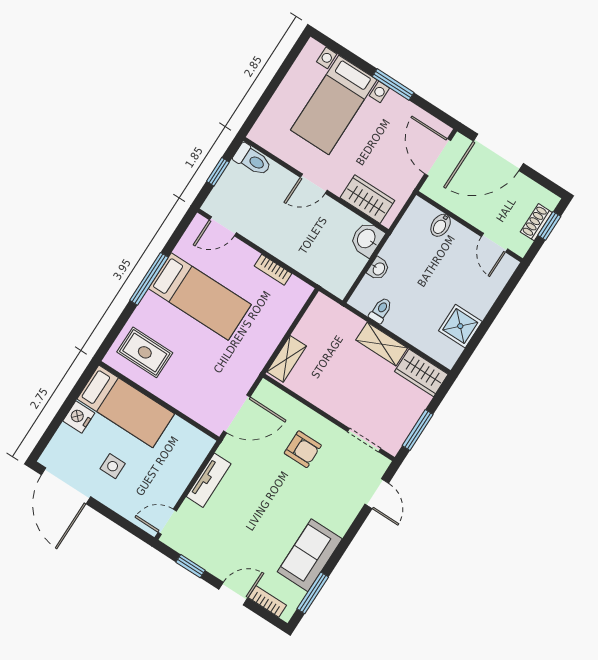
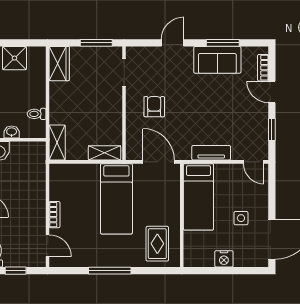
bookcase: (273, 270) -> (55, 215), moved
bed: (200, 296) -> (116, 199), moved, turned 180
shelving: (382, 344) -> (57, 142), moved
bed: (126, 406) -> (198, 197), moved, turned 180
door: (377, 494) -> (173, 43), moved
window: (313, 593) -> (223, 43), moved

